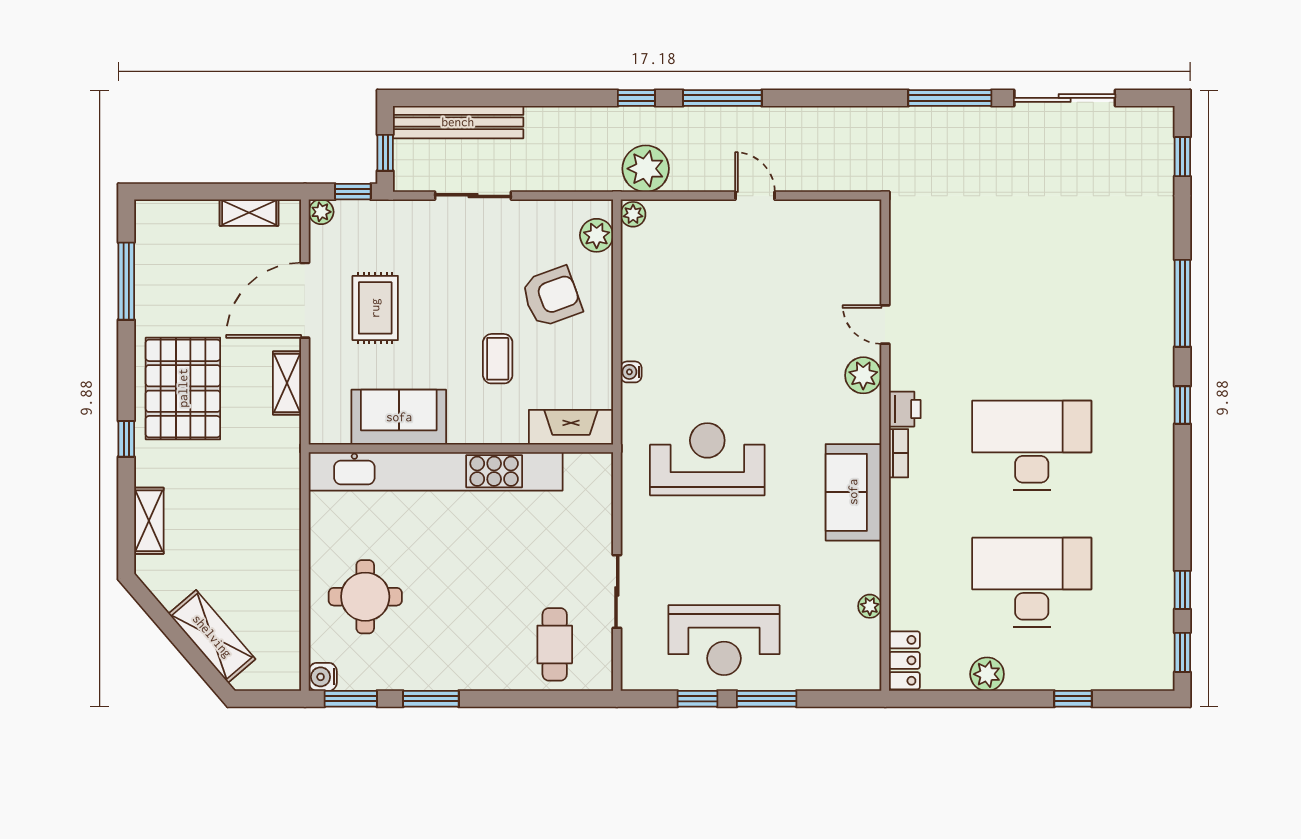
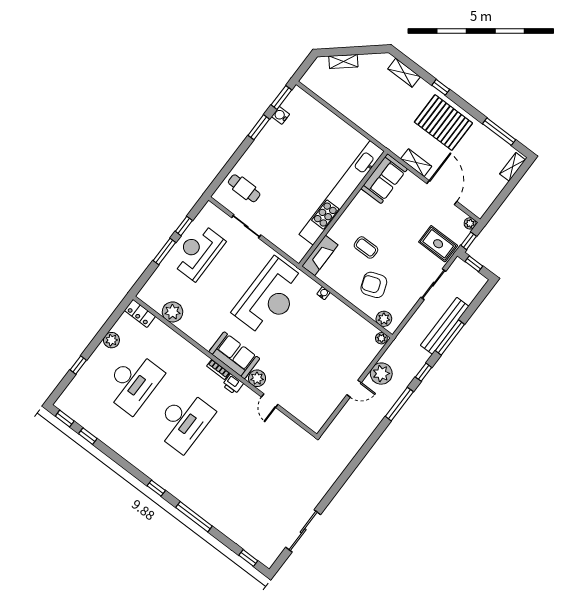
window: (950, 98) -> (450, 338), moved
bench: (458, 122) -> (445, 326), moved
plant: (646, 169) -> (381, 374), moved
shelving: (249, 213) -> (513, 167), moved
armchair: (552, 297) -> (374, 285), turned 90
rug: (375, 308) -> (438, 244), moved
door: (885, 325) -> (270, 401), swing flipped
sofa: (399, 417) -> (384, 179), moved
reception desk: (707, 459) -> (270, 297), width x1.36, depth x1.30
sofa: (853, 492) -> (234, 355), moved
round table: (365, 597) -> (315, 132), removed
plant: (870, 606) -> (173, 312), width x1.88, depth x1.88
shelving: (212, 636) -> (343, 61), width x0.67, depth x0.75
water cooler: (323, 677) -> (280, 115), moved, turned -90

